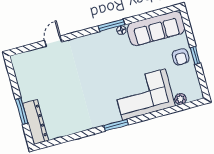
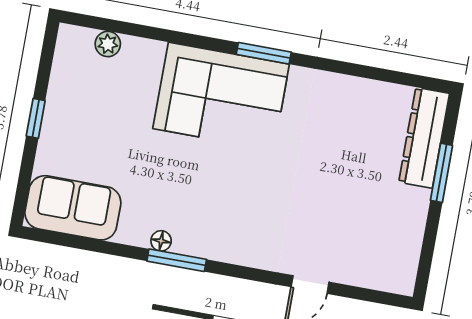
sofa: (156, 28) -> (73, 208), width x0.73
armchair: (181, 57) -> (67, 129), removed
corner sofa: (144, 95) -> (221, 96), moved

